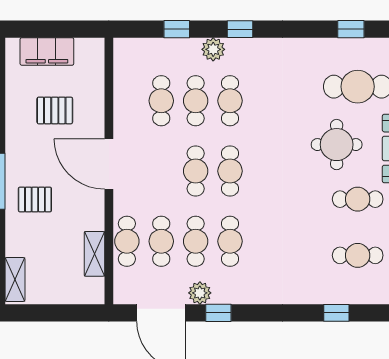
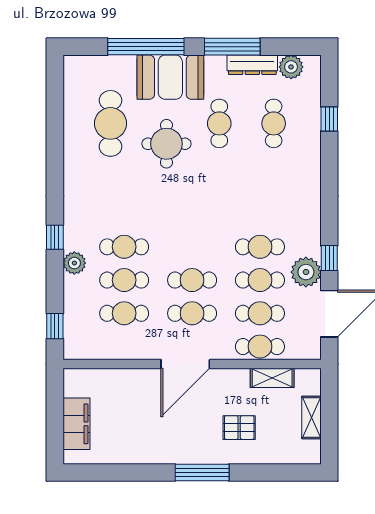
window: (177, 29) -> (55, 326), moved
window: (351, 29) -> (55, 130), removed
pallet: (55, 110) -> (133, 416), removed
cafe table: (230, 171) -> (192, 313), moved
pallet: (35, 199) -> (239, 428), moved, turned 90
shelving: (15, 279) -> (311, 418), moved, turned 90
plant: (200, 293) -> (306, 272), width x1.36, depth x1.36
window: (336, 313) -> (329, 119), moved

